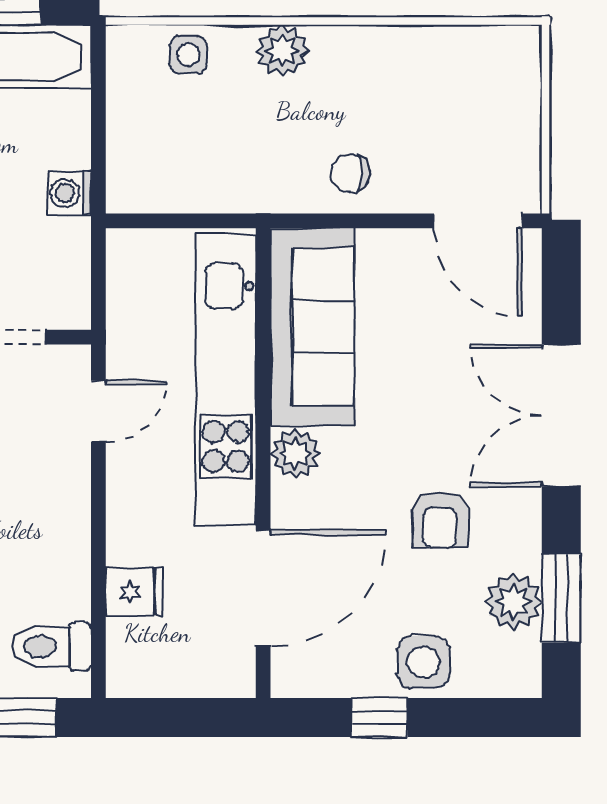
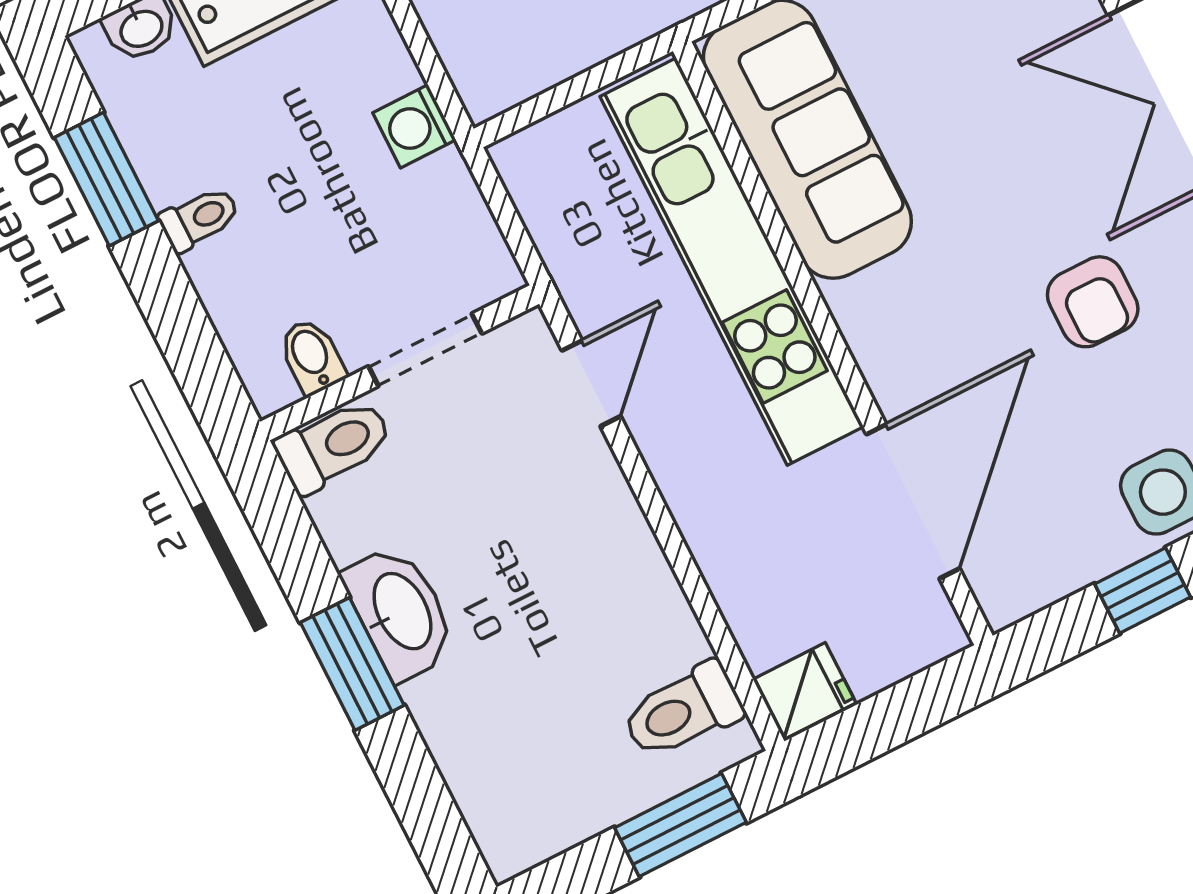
plant: (295, 454) -> (867, 311), removed
fridge: (134, 592) -> (804, 691), moved

